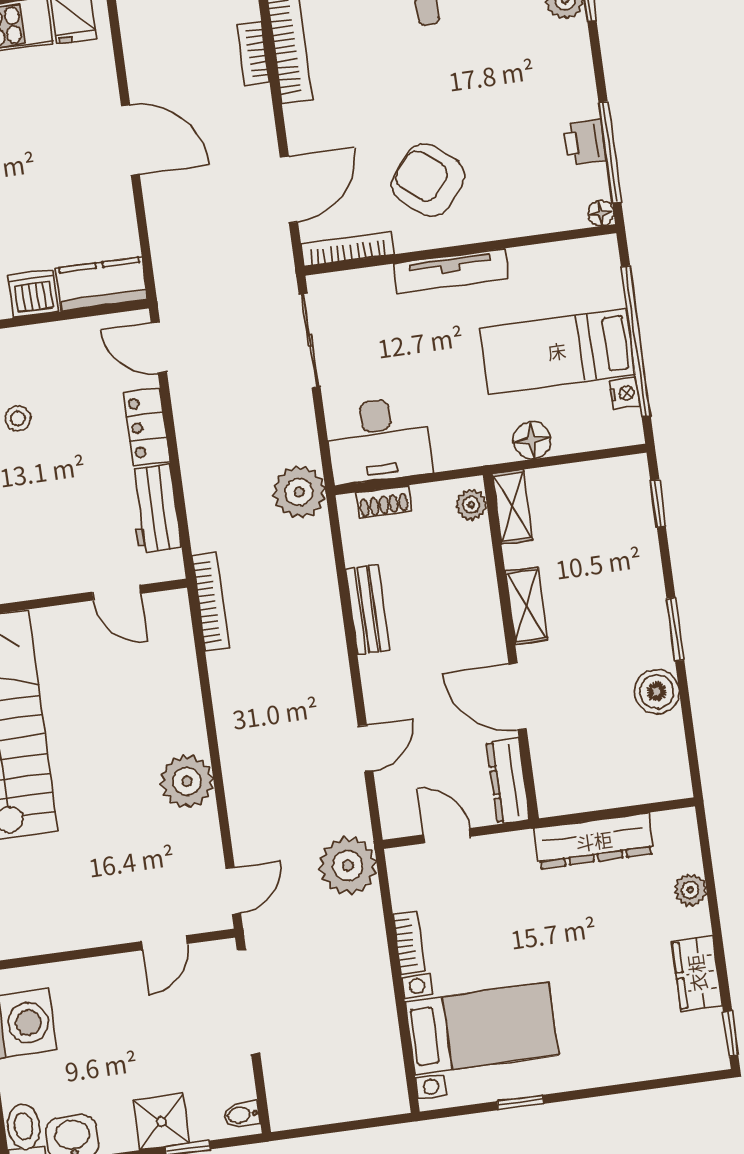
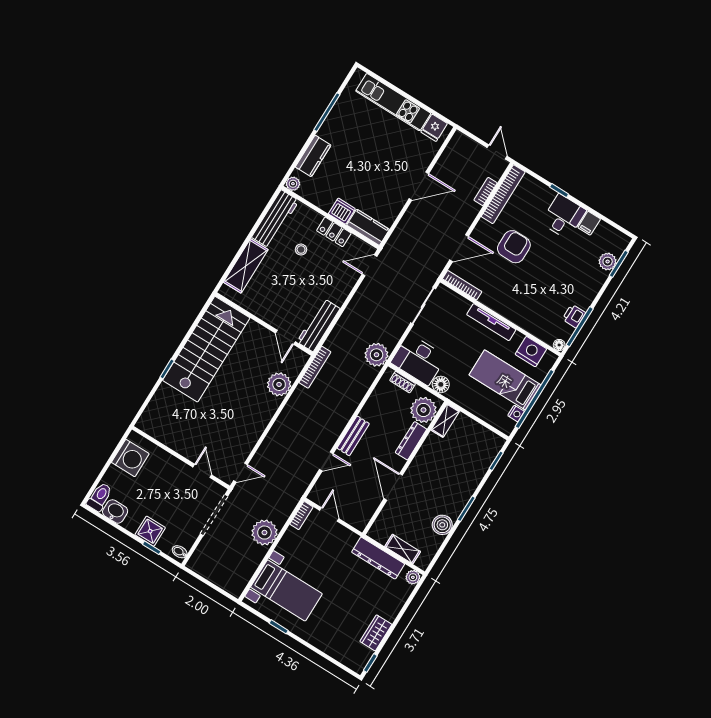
door: (130, 140) -> (419, 186), hinge flipped
armchair: (428, 180) -> (514, 247), moved, turned 50
nightstand: (561, 265) -> (531, 352), added
door: (159, 347) -> (370, 265), hinge flipped
locker: (146, 427) -> (334, 232), moved, turned -90
floor lamp: (532, 440) -> (441, 384), moved
plant: (471, 505) -> (423, 410), width x1.87, depth x1.87
workbench: (154, 509) -> (318, 325), width x1.38
shelving: (527, 606) -> (403, 549), moved, turned 90
bench: (368, 609) -> (353, 436), moved
plant: (187, 781) -> (279, 384), moved
dresser: (508, 781) -> (411, 441), moved
plant: (348, 866) -> (264, 533), moved
plant: (690, 890) -> (413, 577), moved
door: (165, 943) -> (202, 471), swing flipped
bookcase: (409, 943) -> (301, 516), moved

